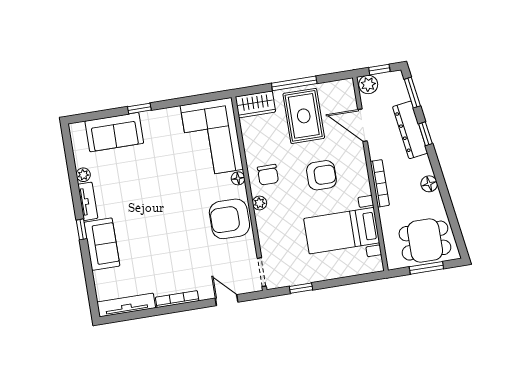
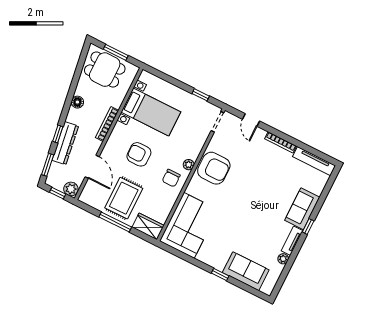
chair: (268, 175) -> (171, 178), turned 180
floor lamp: (238, 178) -> (191, 189), removed

